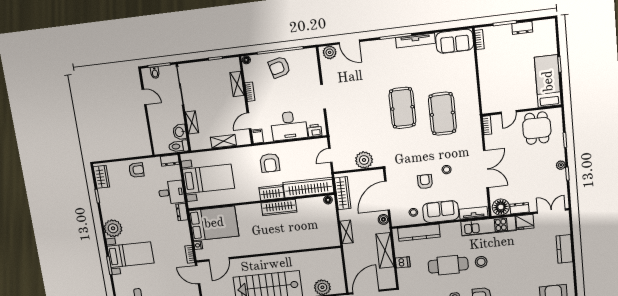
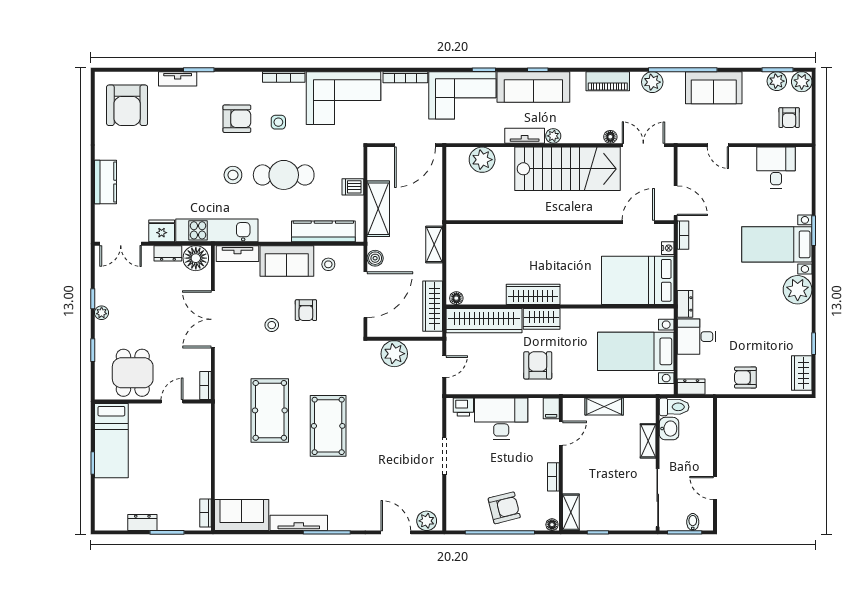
shelving: (237, 84) -> (571, 512), moved

